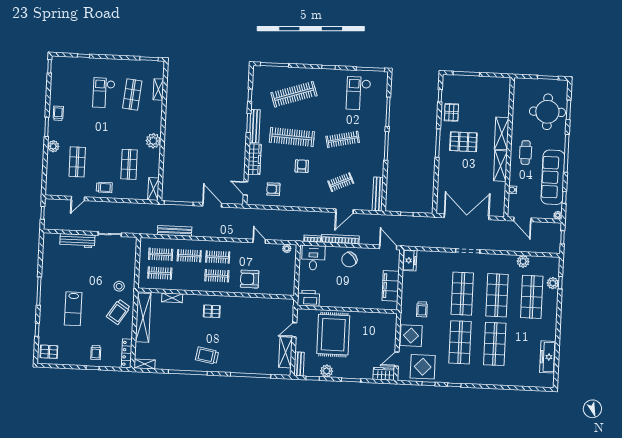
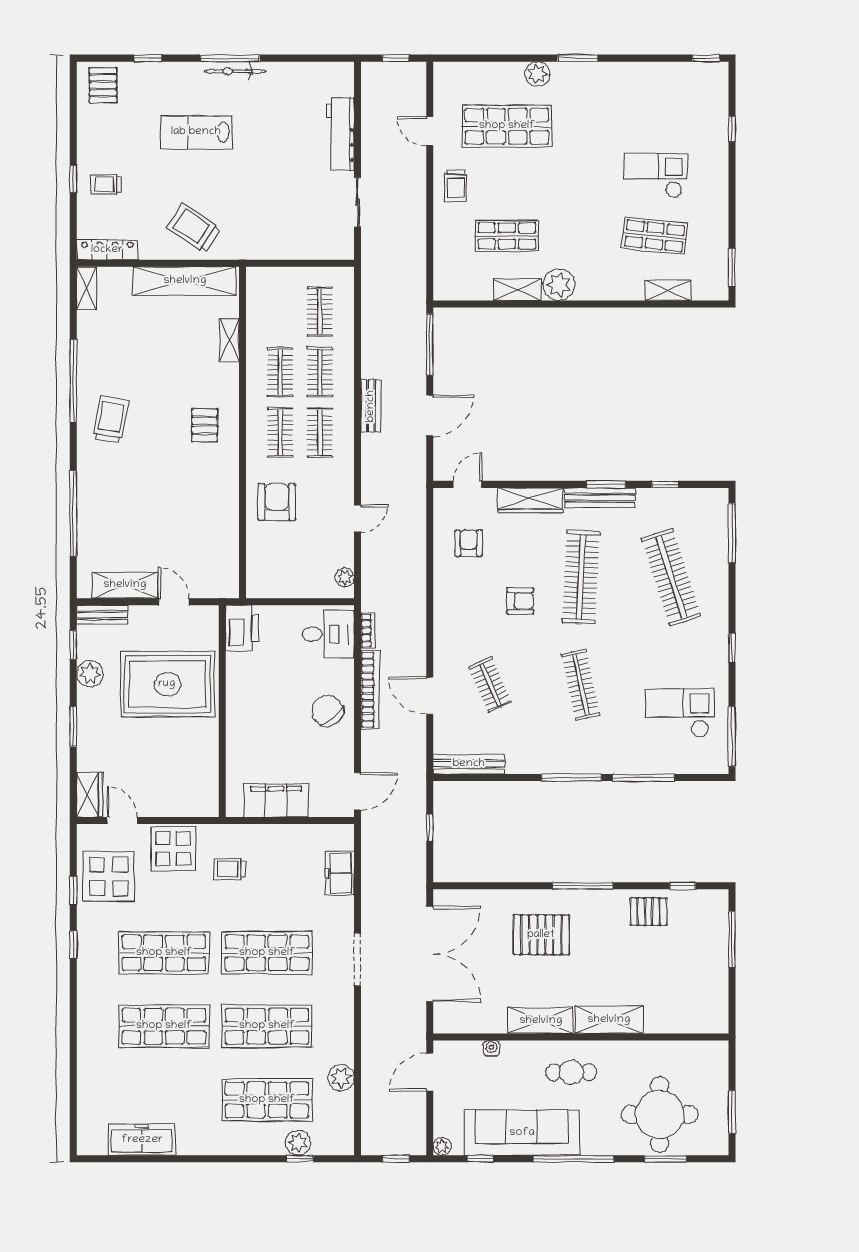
trolley: (58, 113) -> (608, 81), removed
pallet: (463, 142) -> (541, 935), moved, turned 90
shop shelf: (77, 162) -> (507, 126), width x1.43, depth x1.36
shelving: (153, 189) -> (517, 290), moved
bench: (175, 231) -> (371, 406), moved, width x0.73
freezer: (410, 260) -> (340, 873), moved, turned 90
clothes rail: (160, 273) -> (280, 372), moved
stool: (119, 286) -> (248, 227), removed
bicycle: (45, 289) -> (235, 71), added

